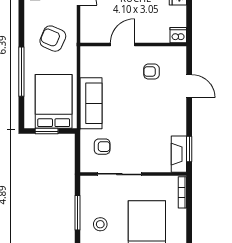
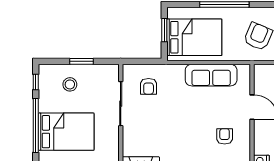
sofa: (91, 103) -> (211, 75), moved
window: (77, 213) -> (82, 61), width x0.69

